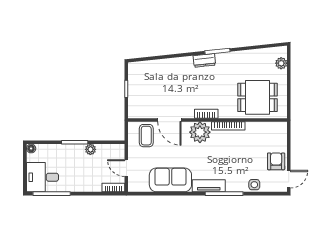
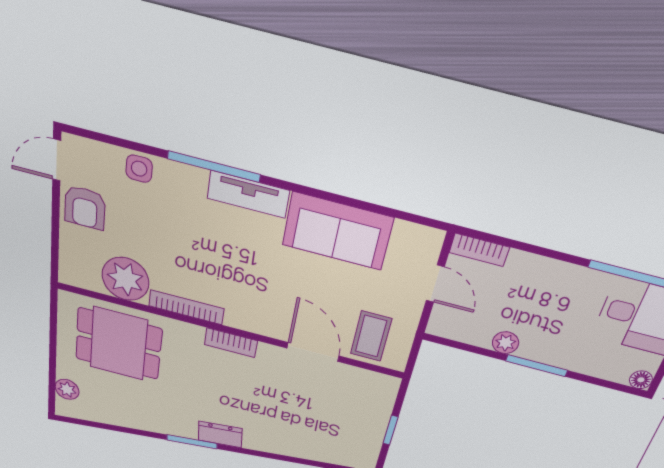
plant: (200, 132) -> (125, 279), moved

